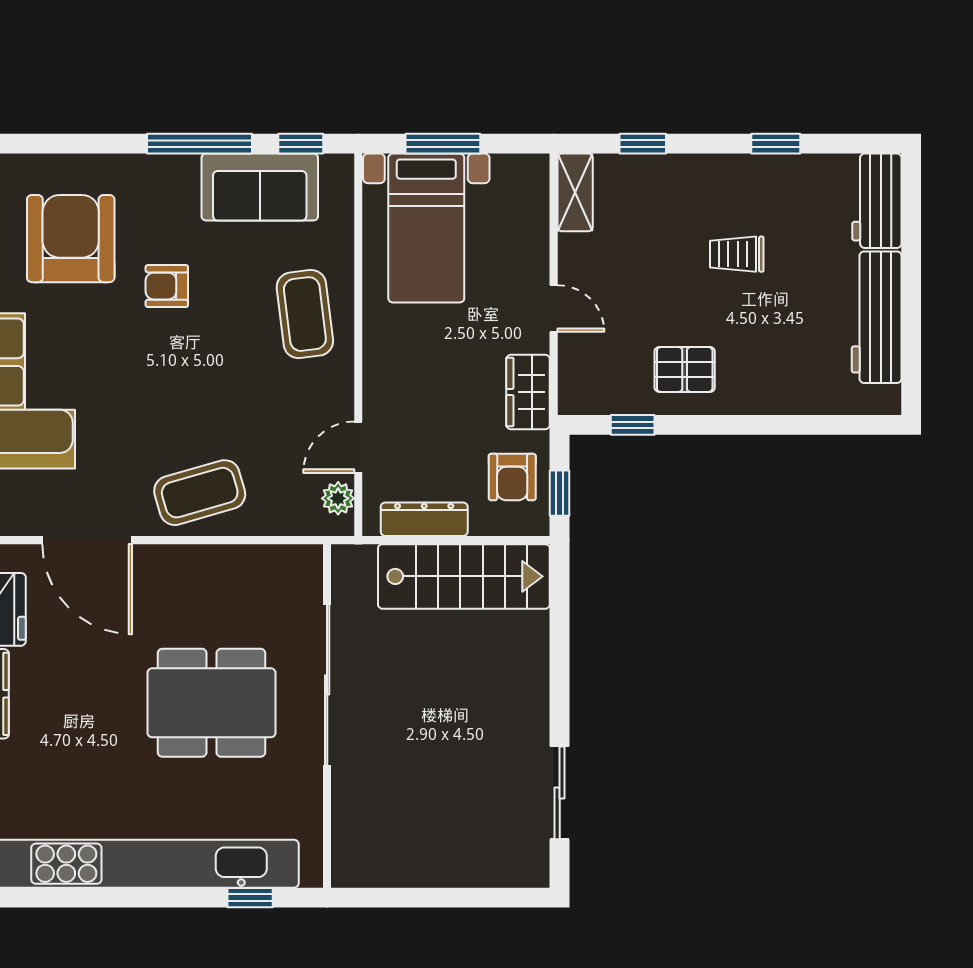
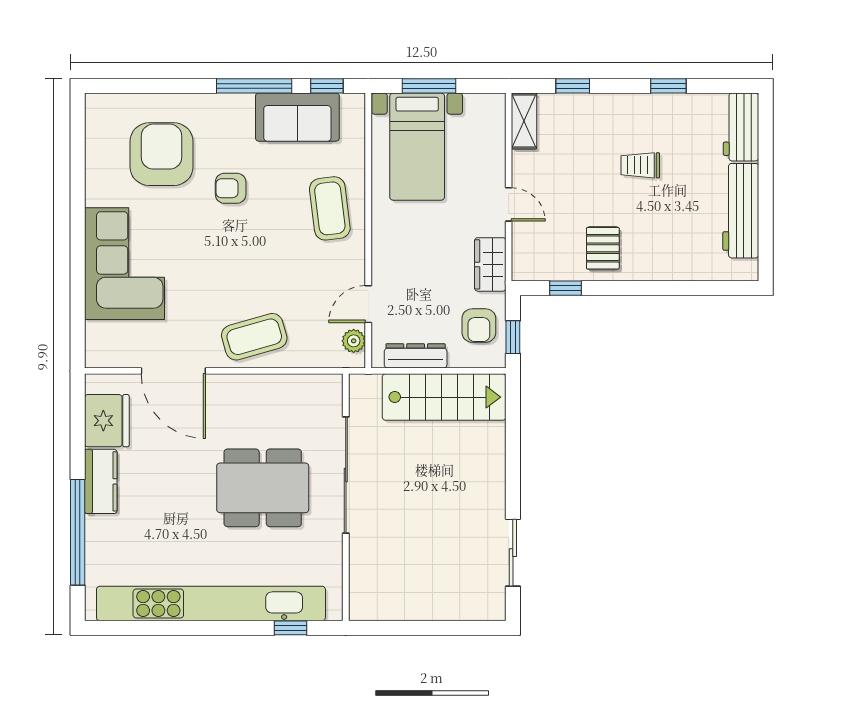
pallet: (685, 369) -> (603, 248), turned 90

